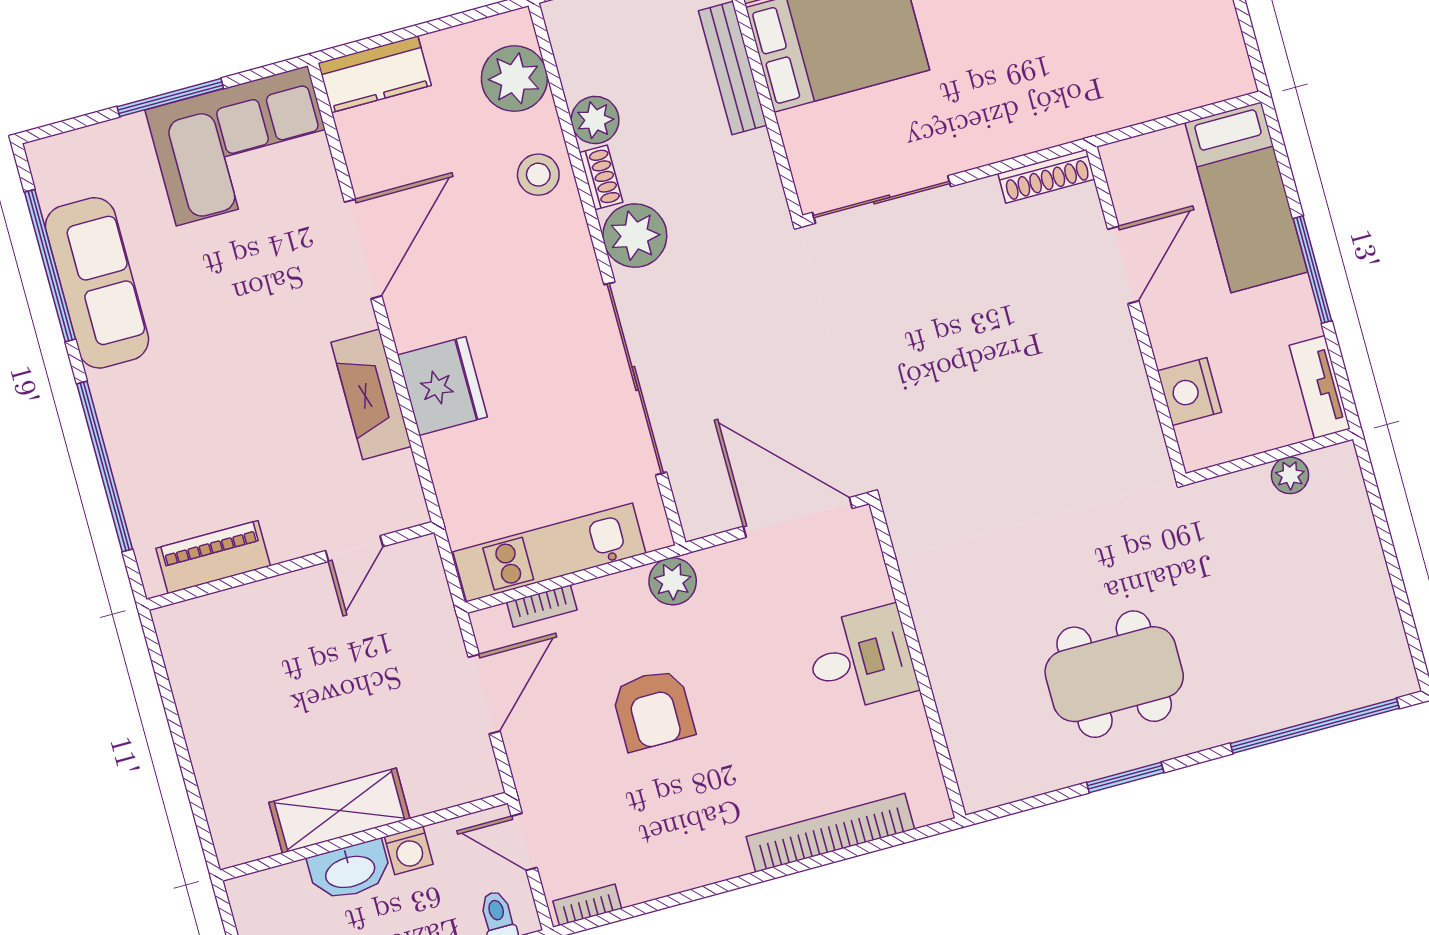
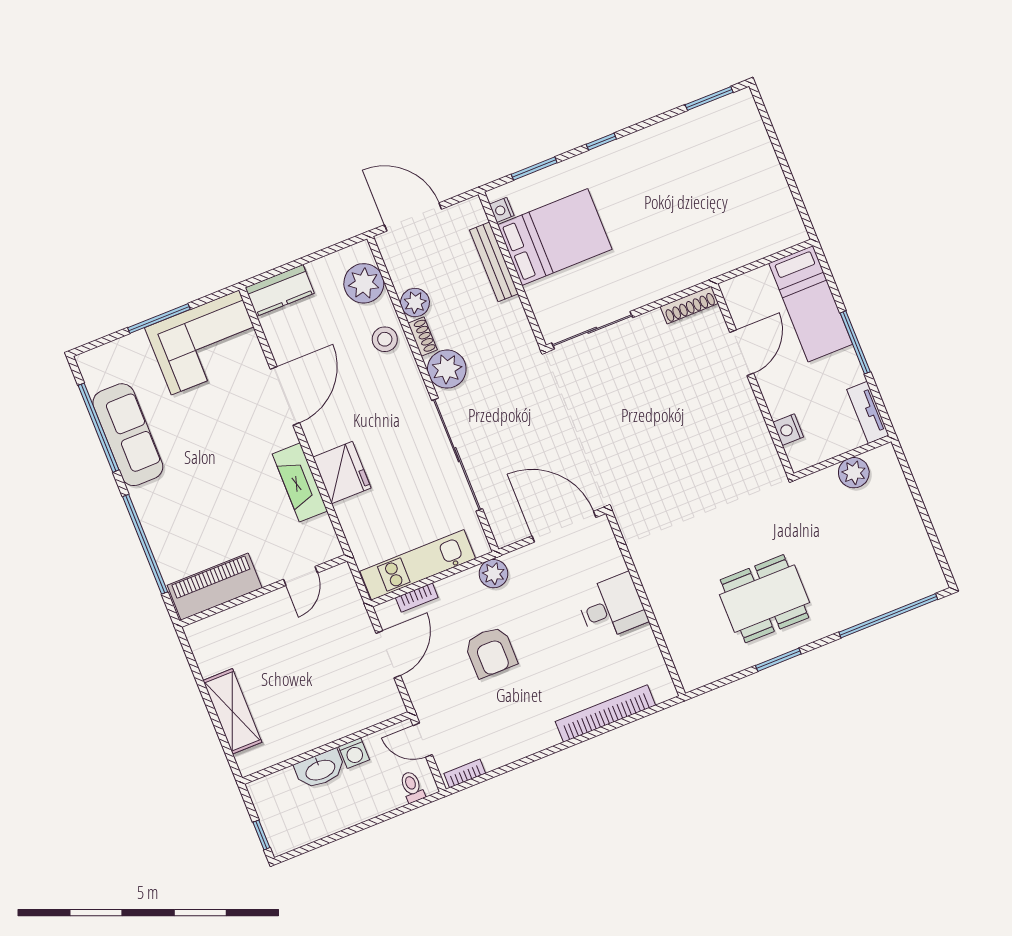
nightstand: (1190, 391) -> (788, 430), width x0.74, depth x0.75
plant: (1290, 475) -> (854, 473), width x1.38, depth x1.38
piano: (213, 557) -> (215, 587), width x1.37, depth x1.33
shelving: (339, 811) -> (232, 711), moved, turned 90

